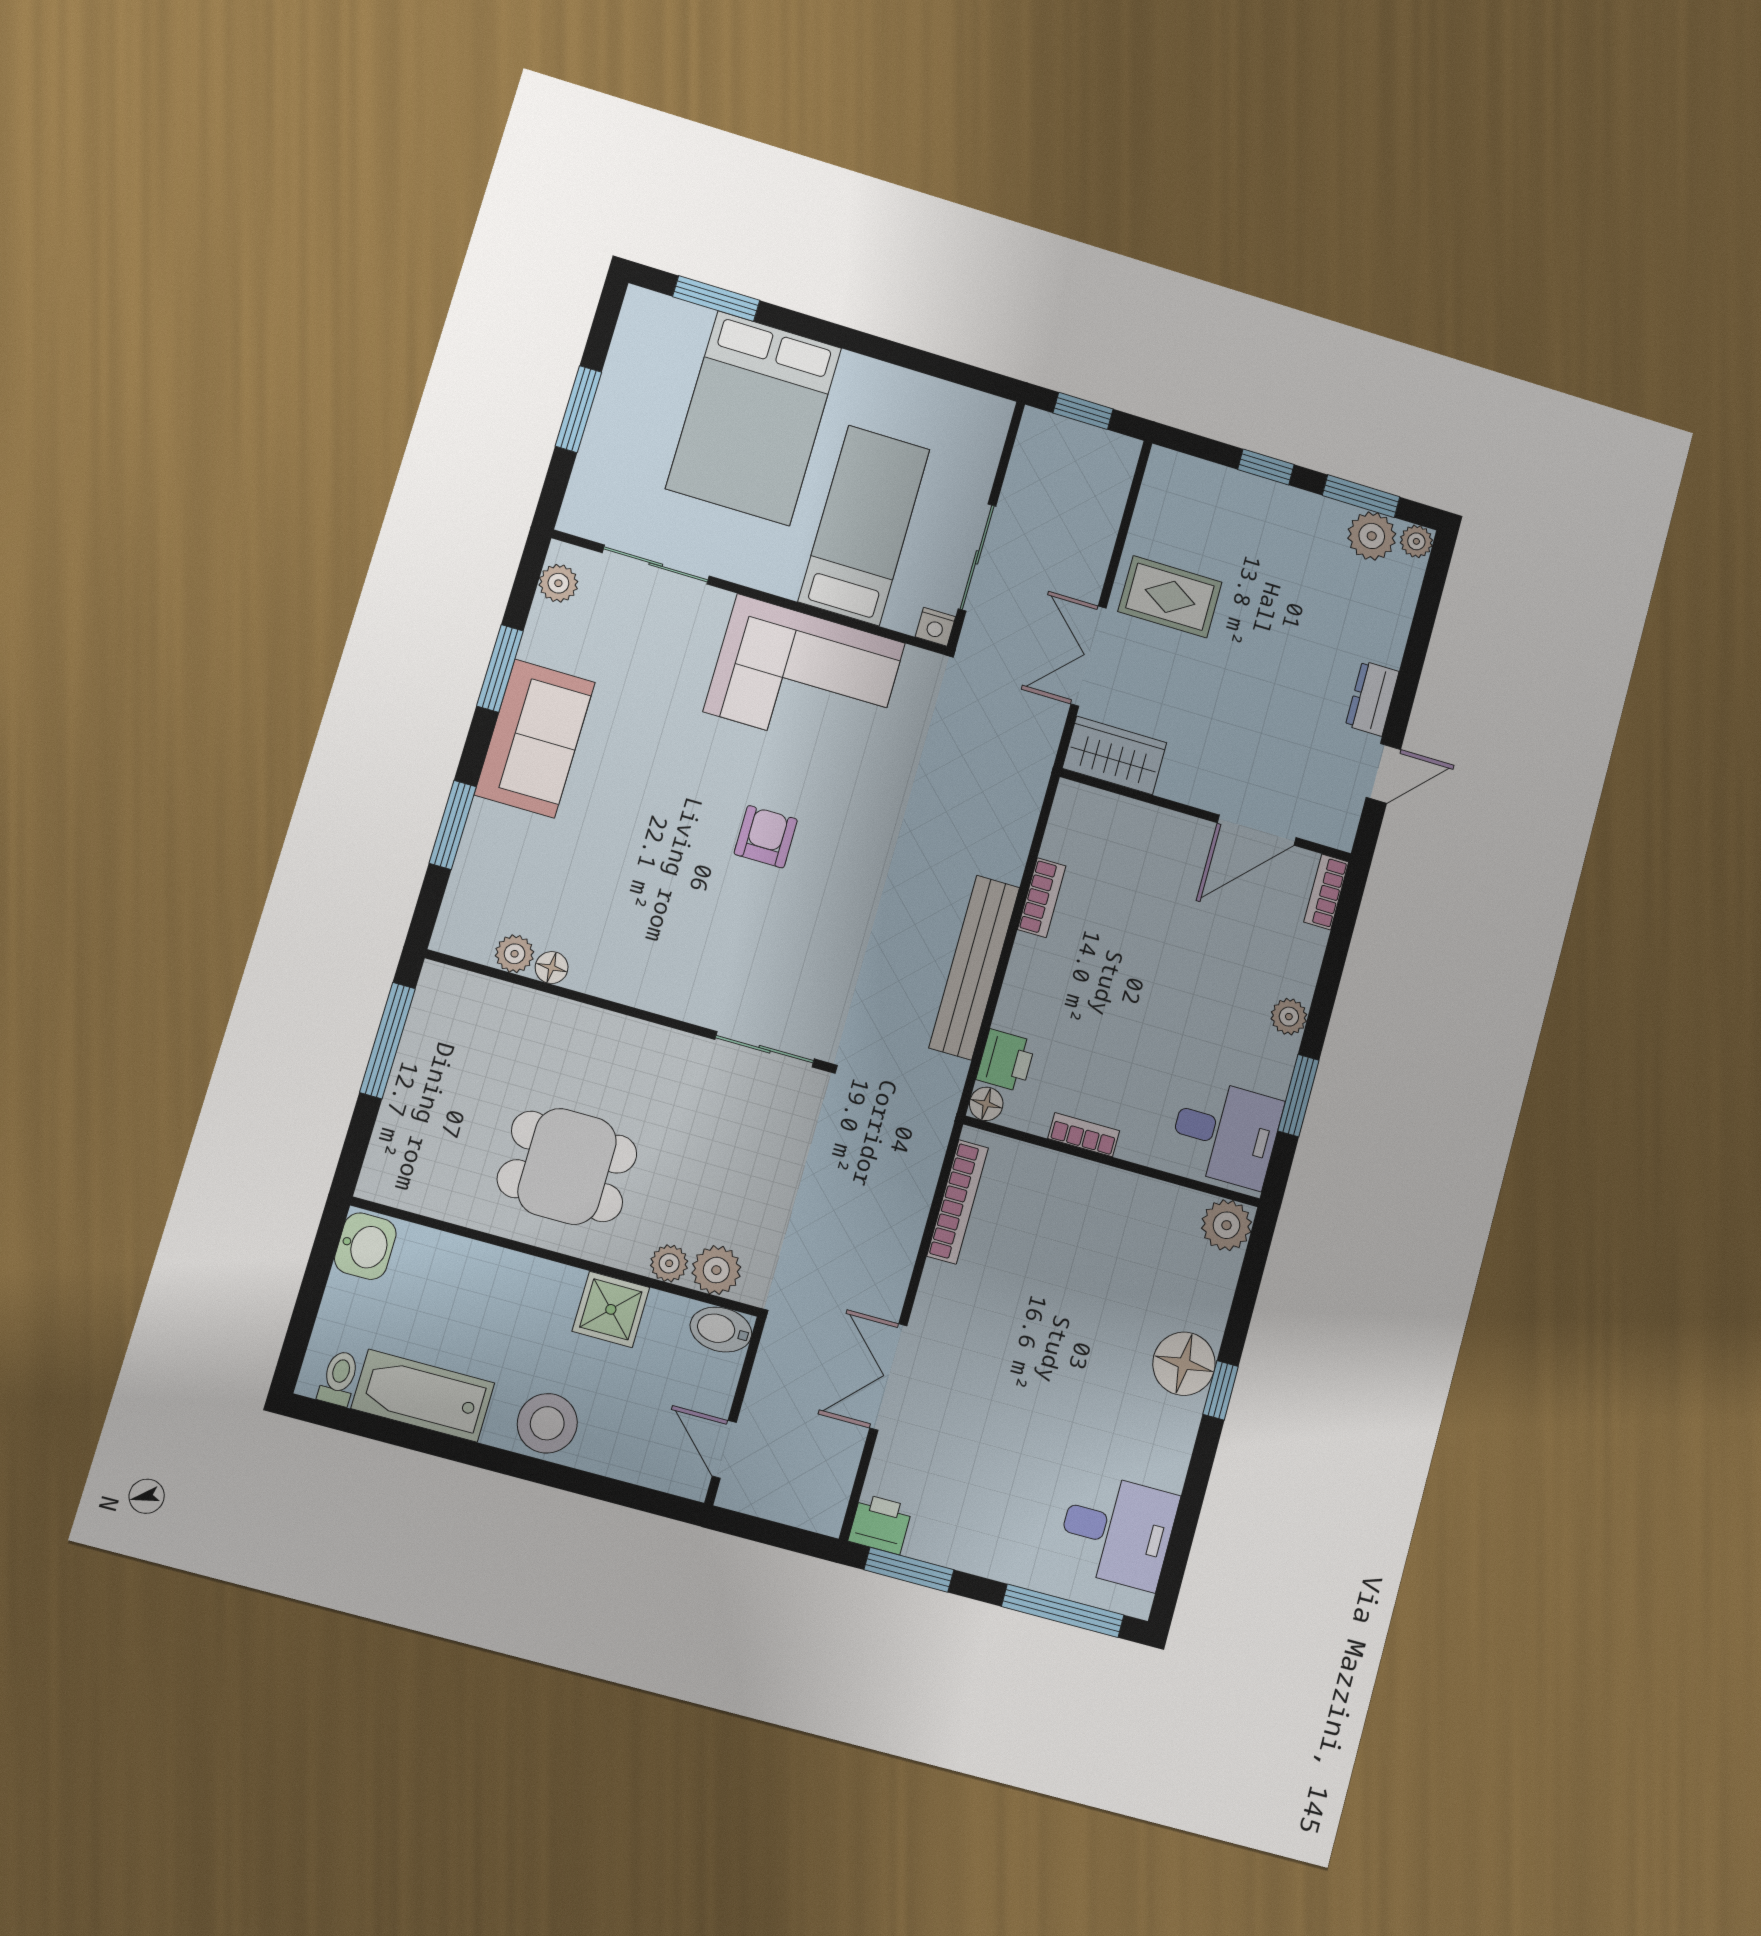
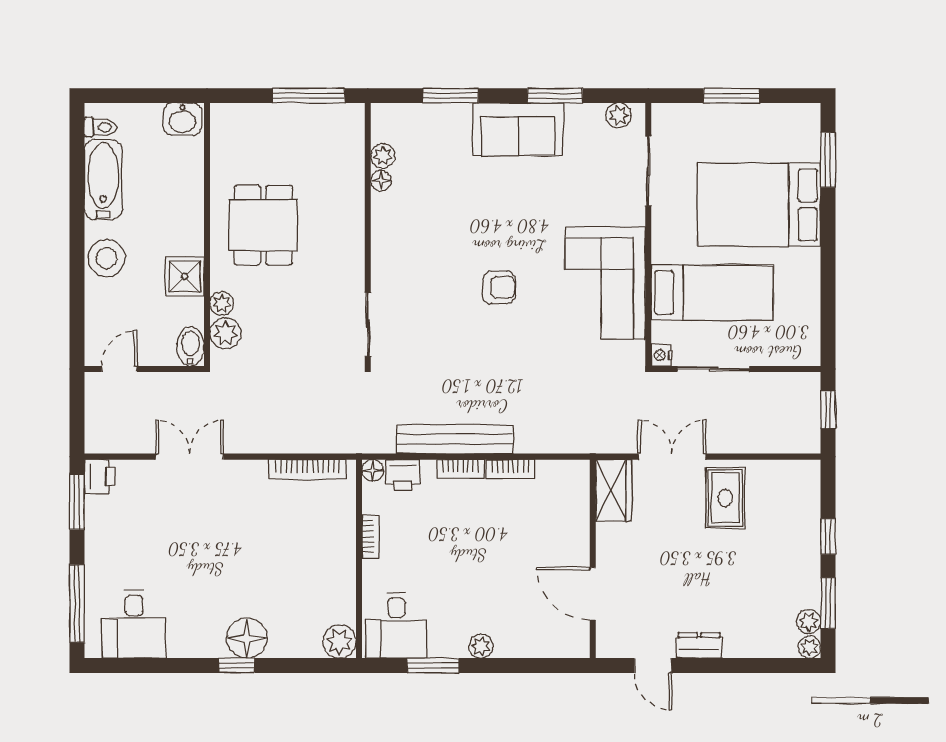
plant: (1372, 536) -> (809, 622), width x0.73, depth x0.73
bookcase: (1326, 892) -> (461, 469), moved, turned 180

